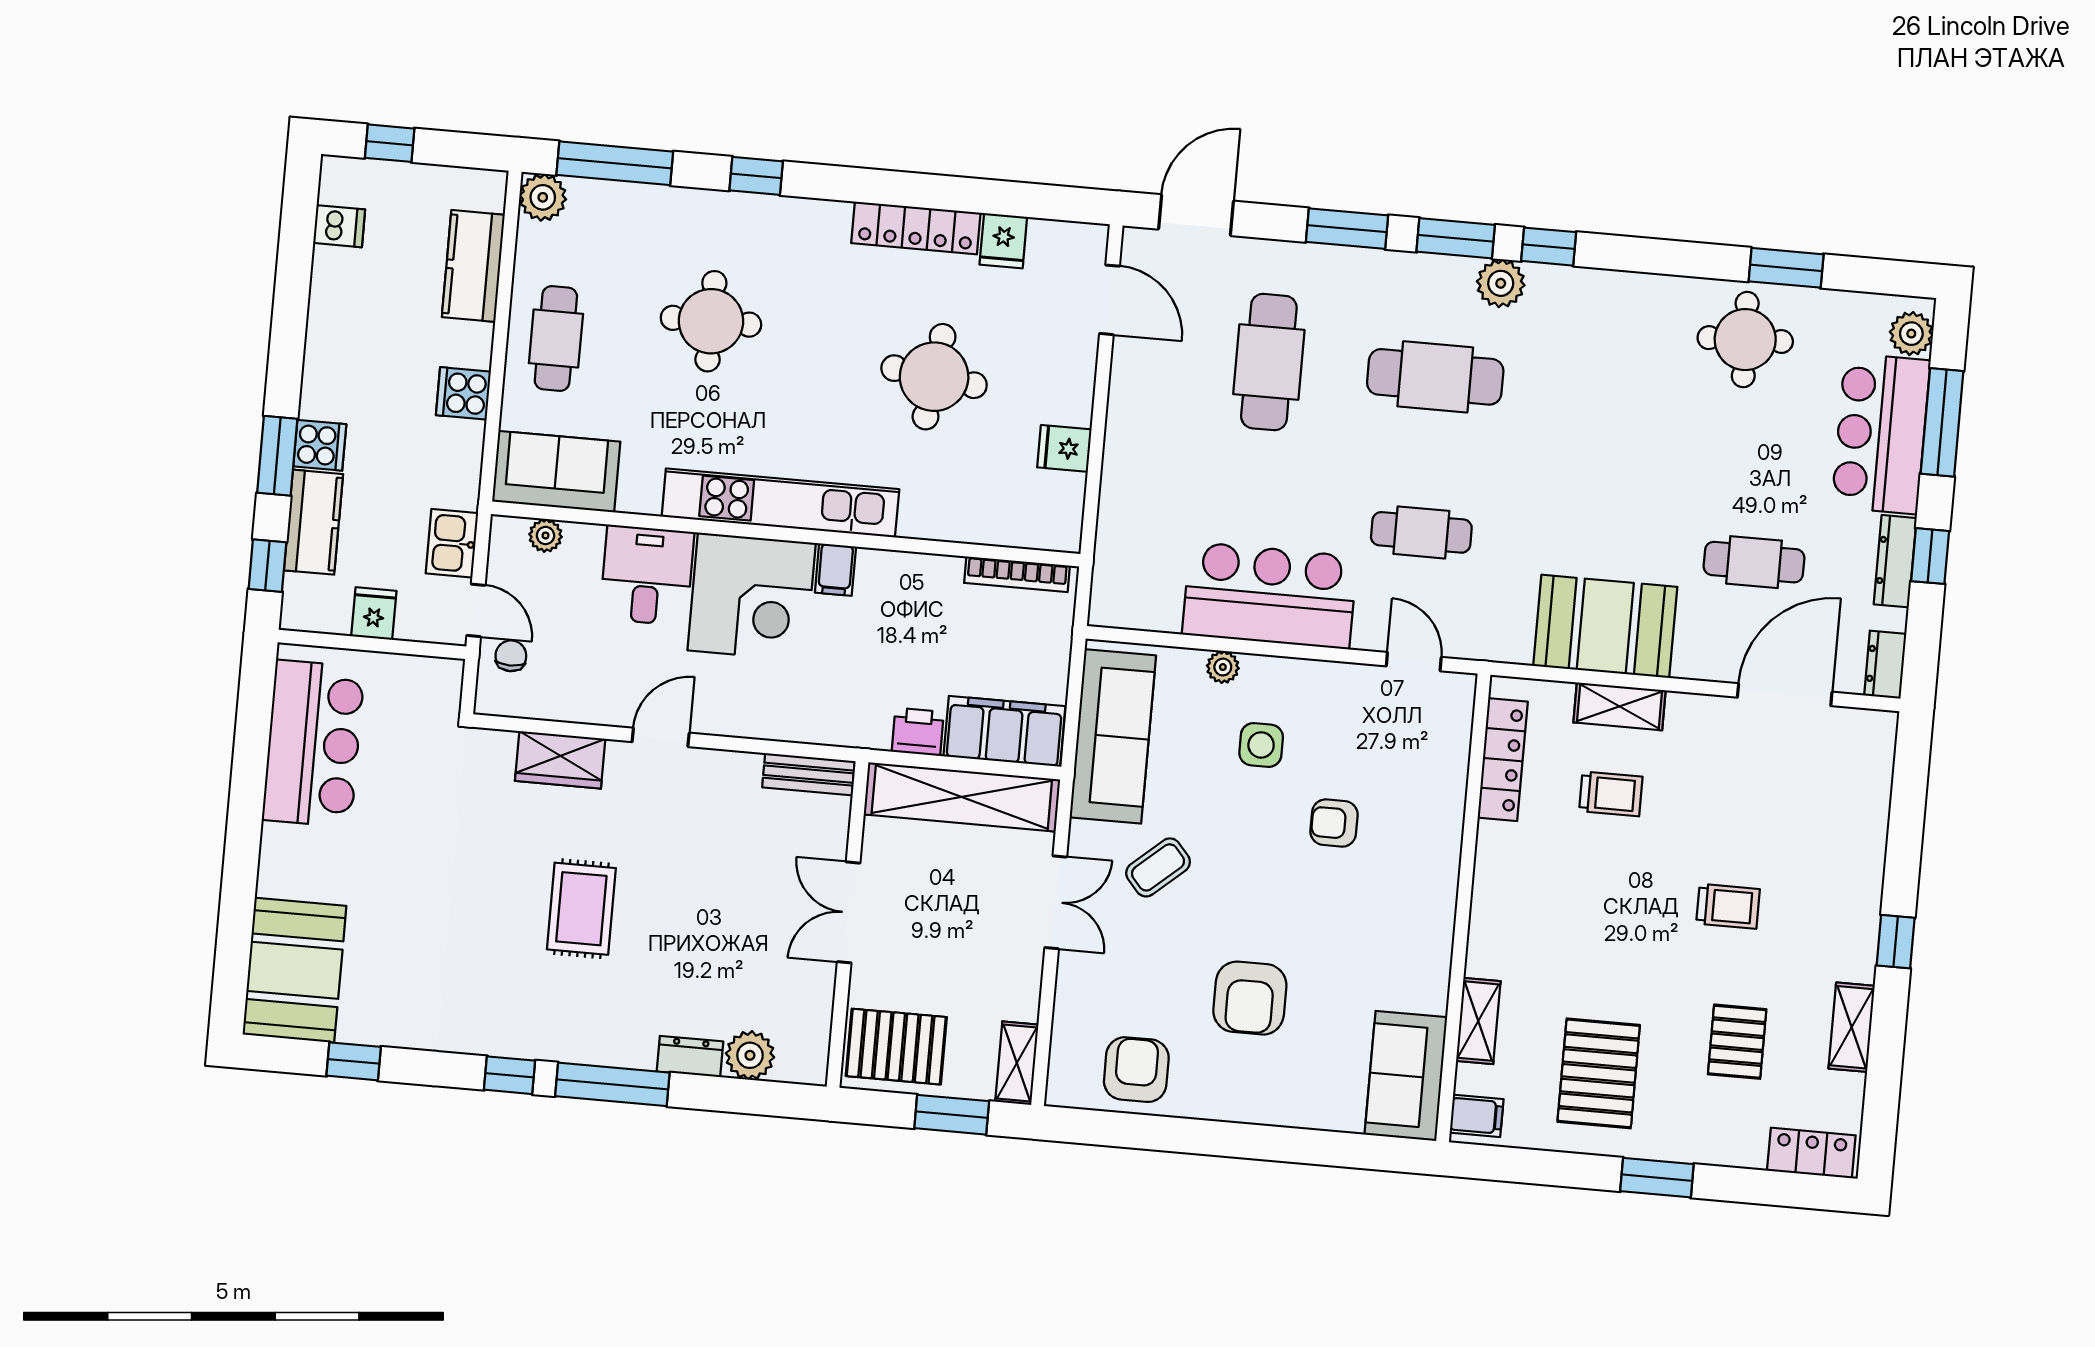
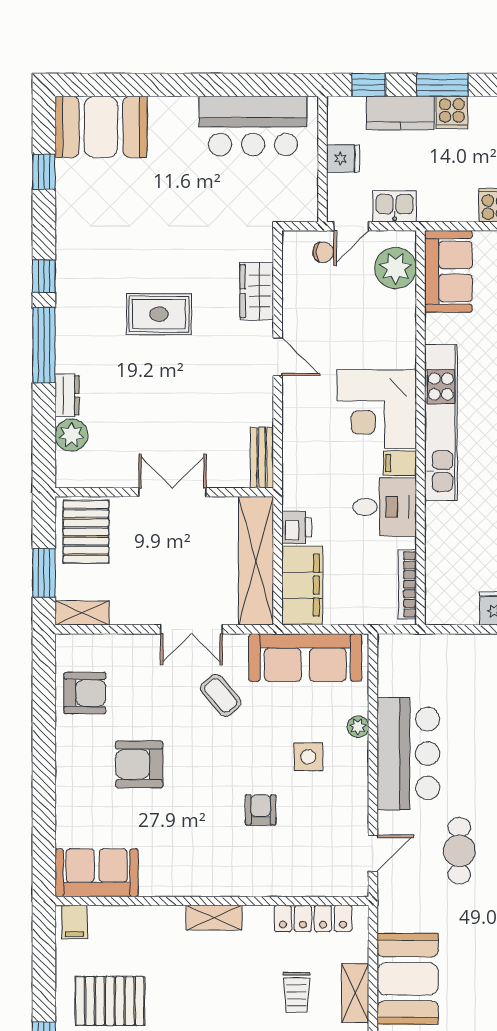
plant: (546, 535) -> (396, 268), width x1.88, depth x1.88
desk: (647, 575) -> (385, 507), moved
shelving: (1478, 1021) -> (214, 918), moved

